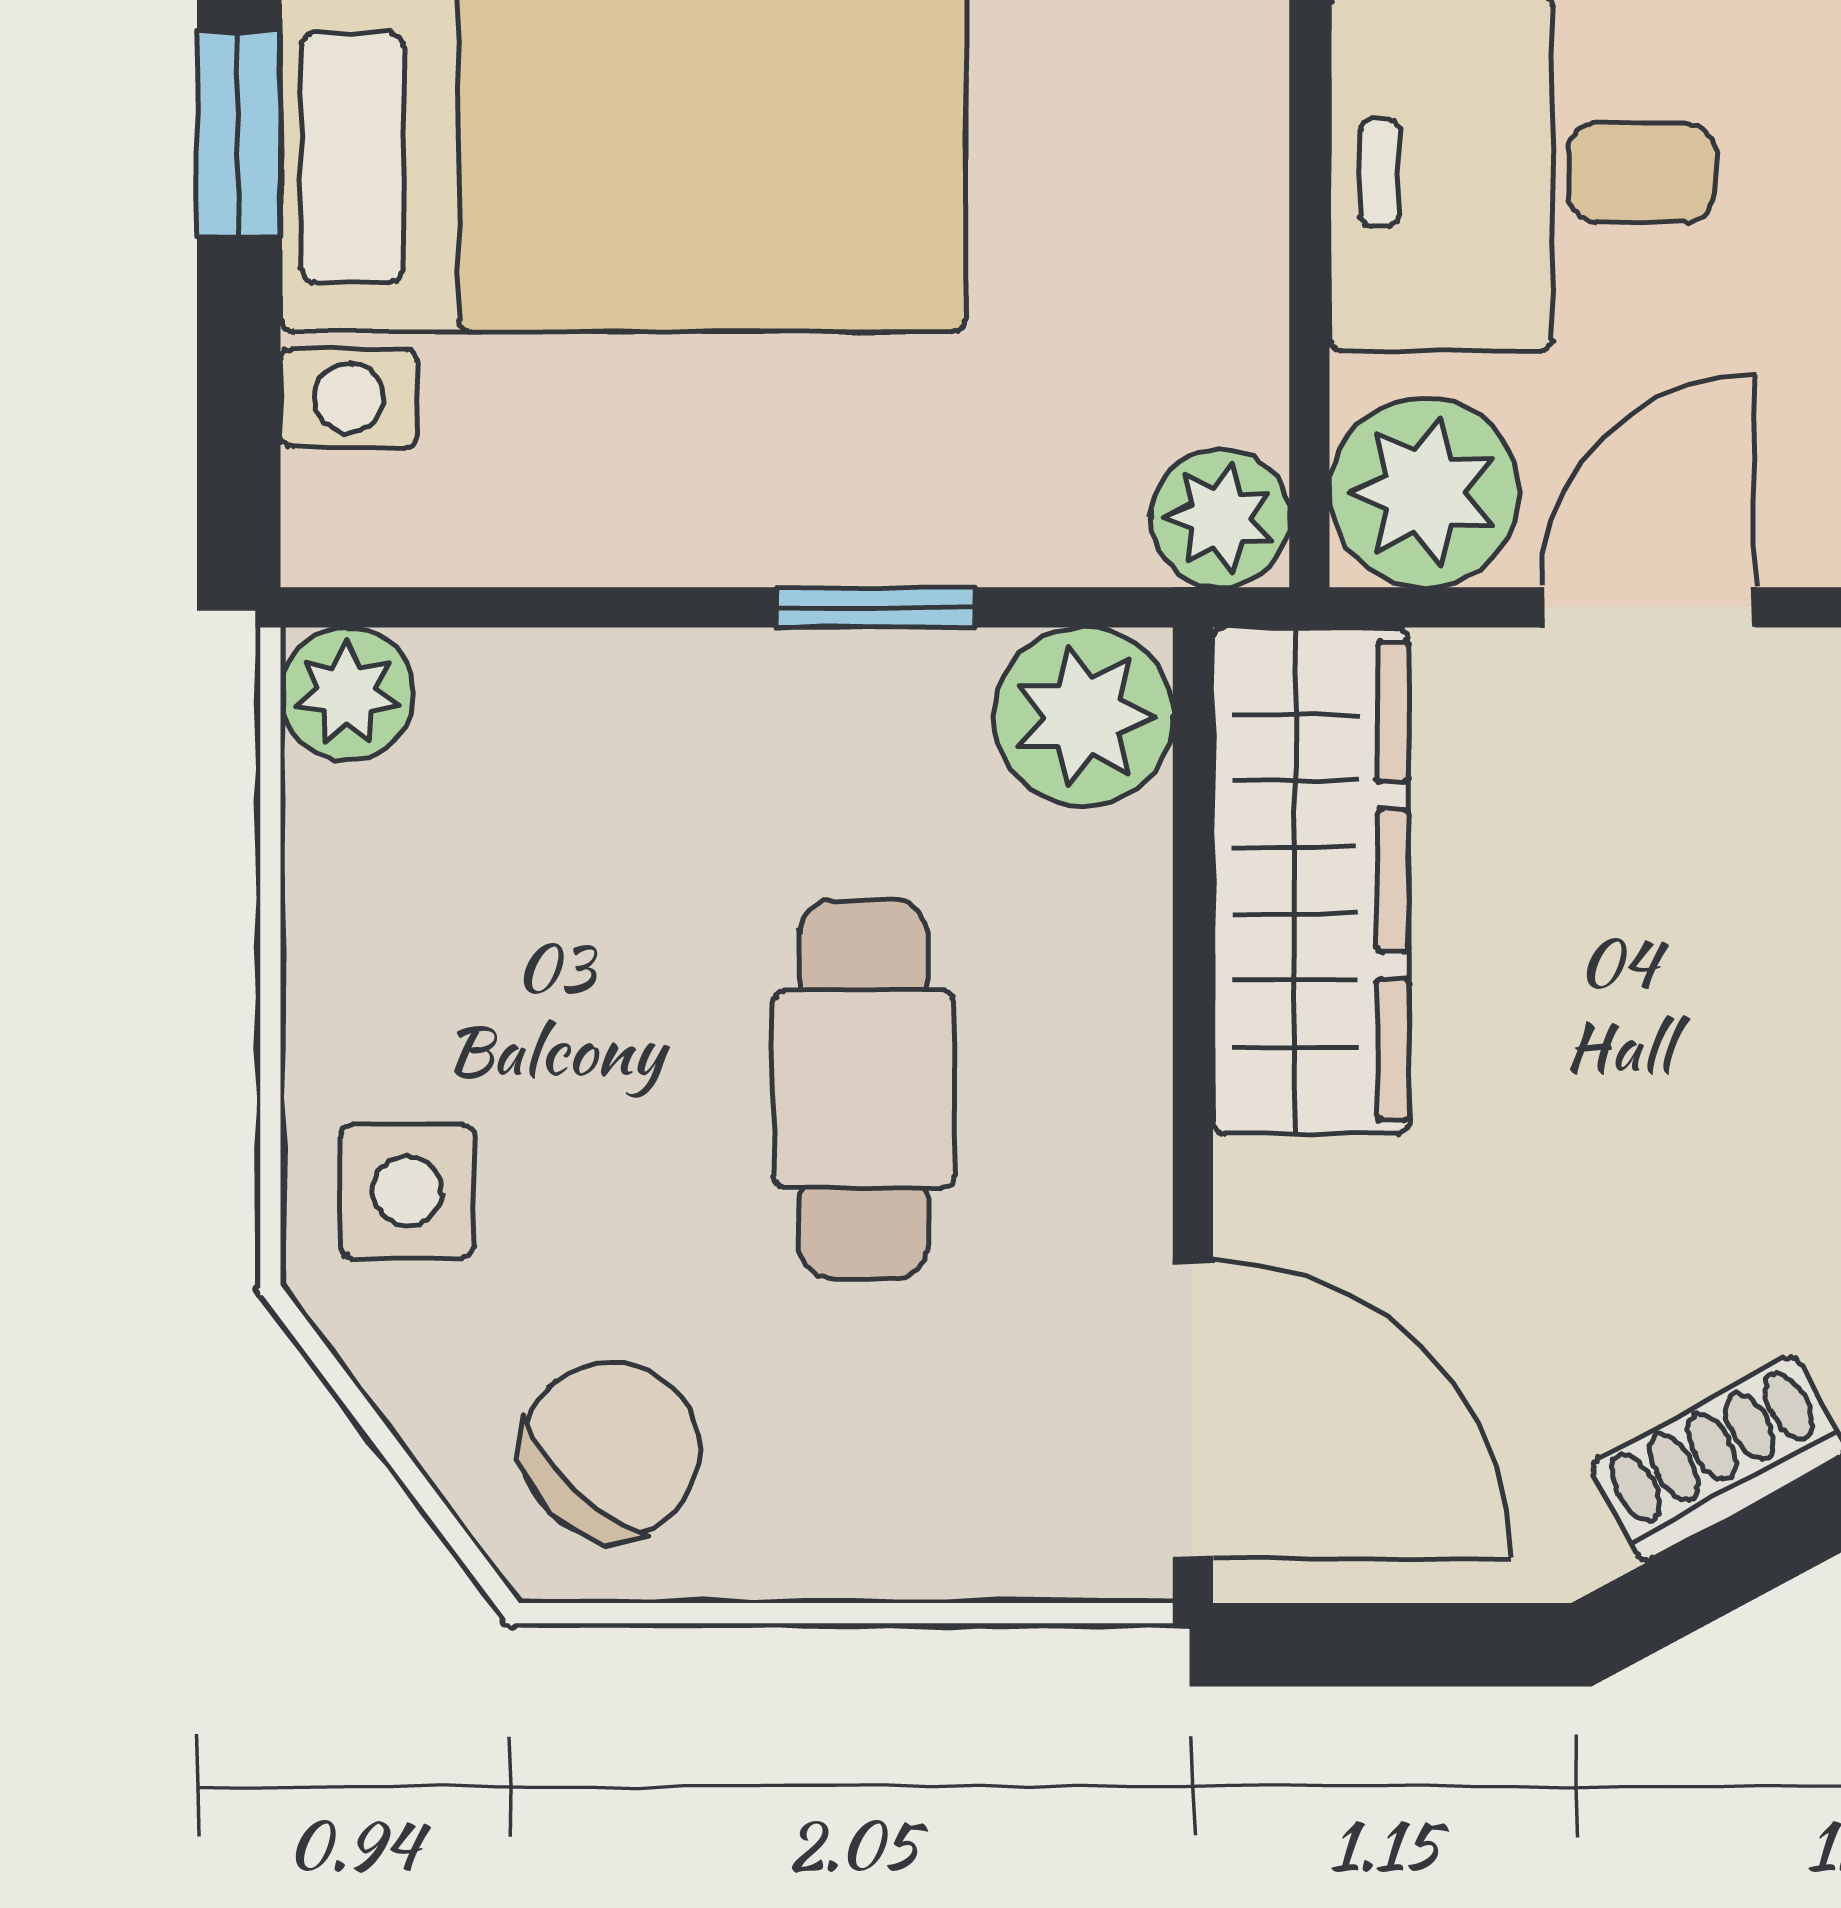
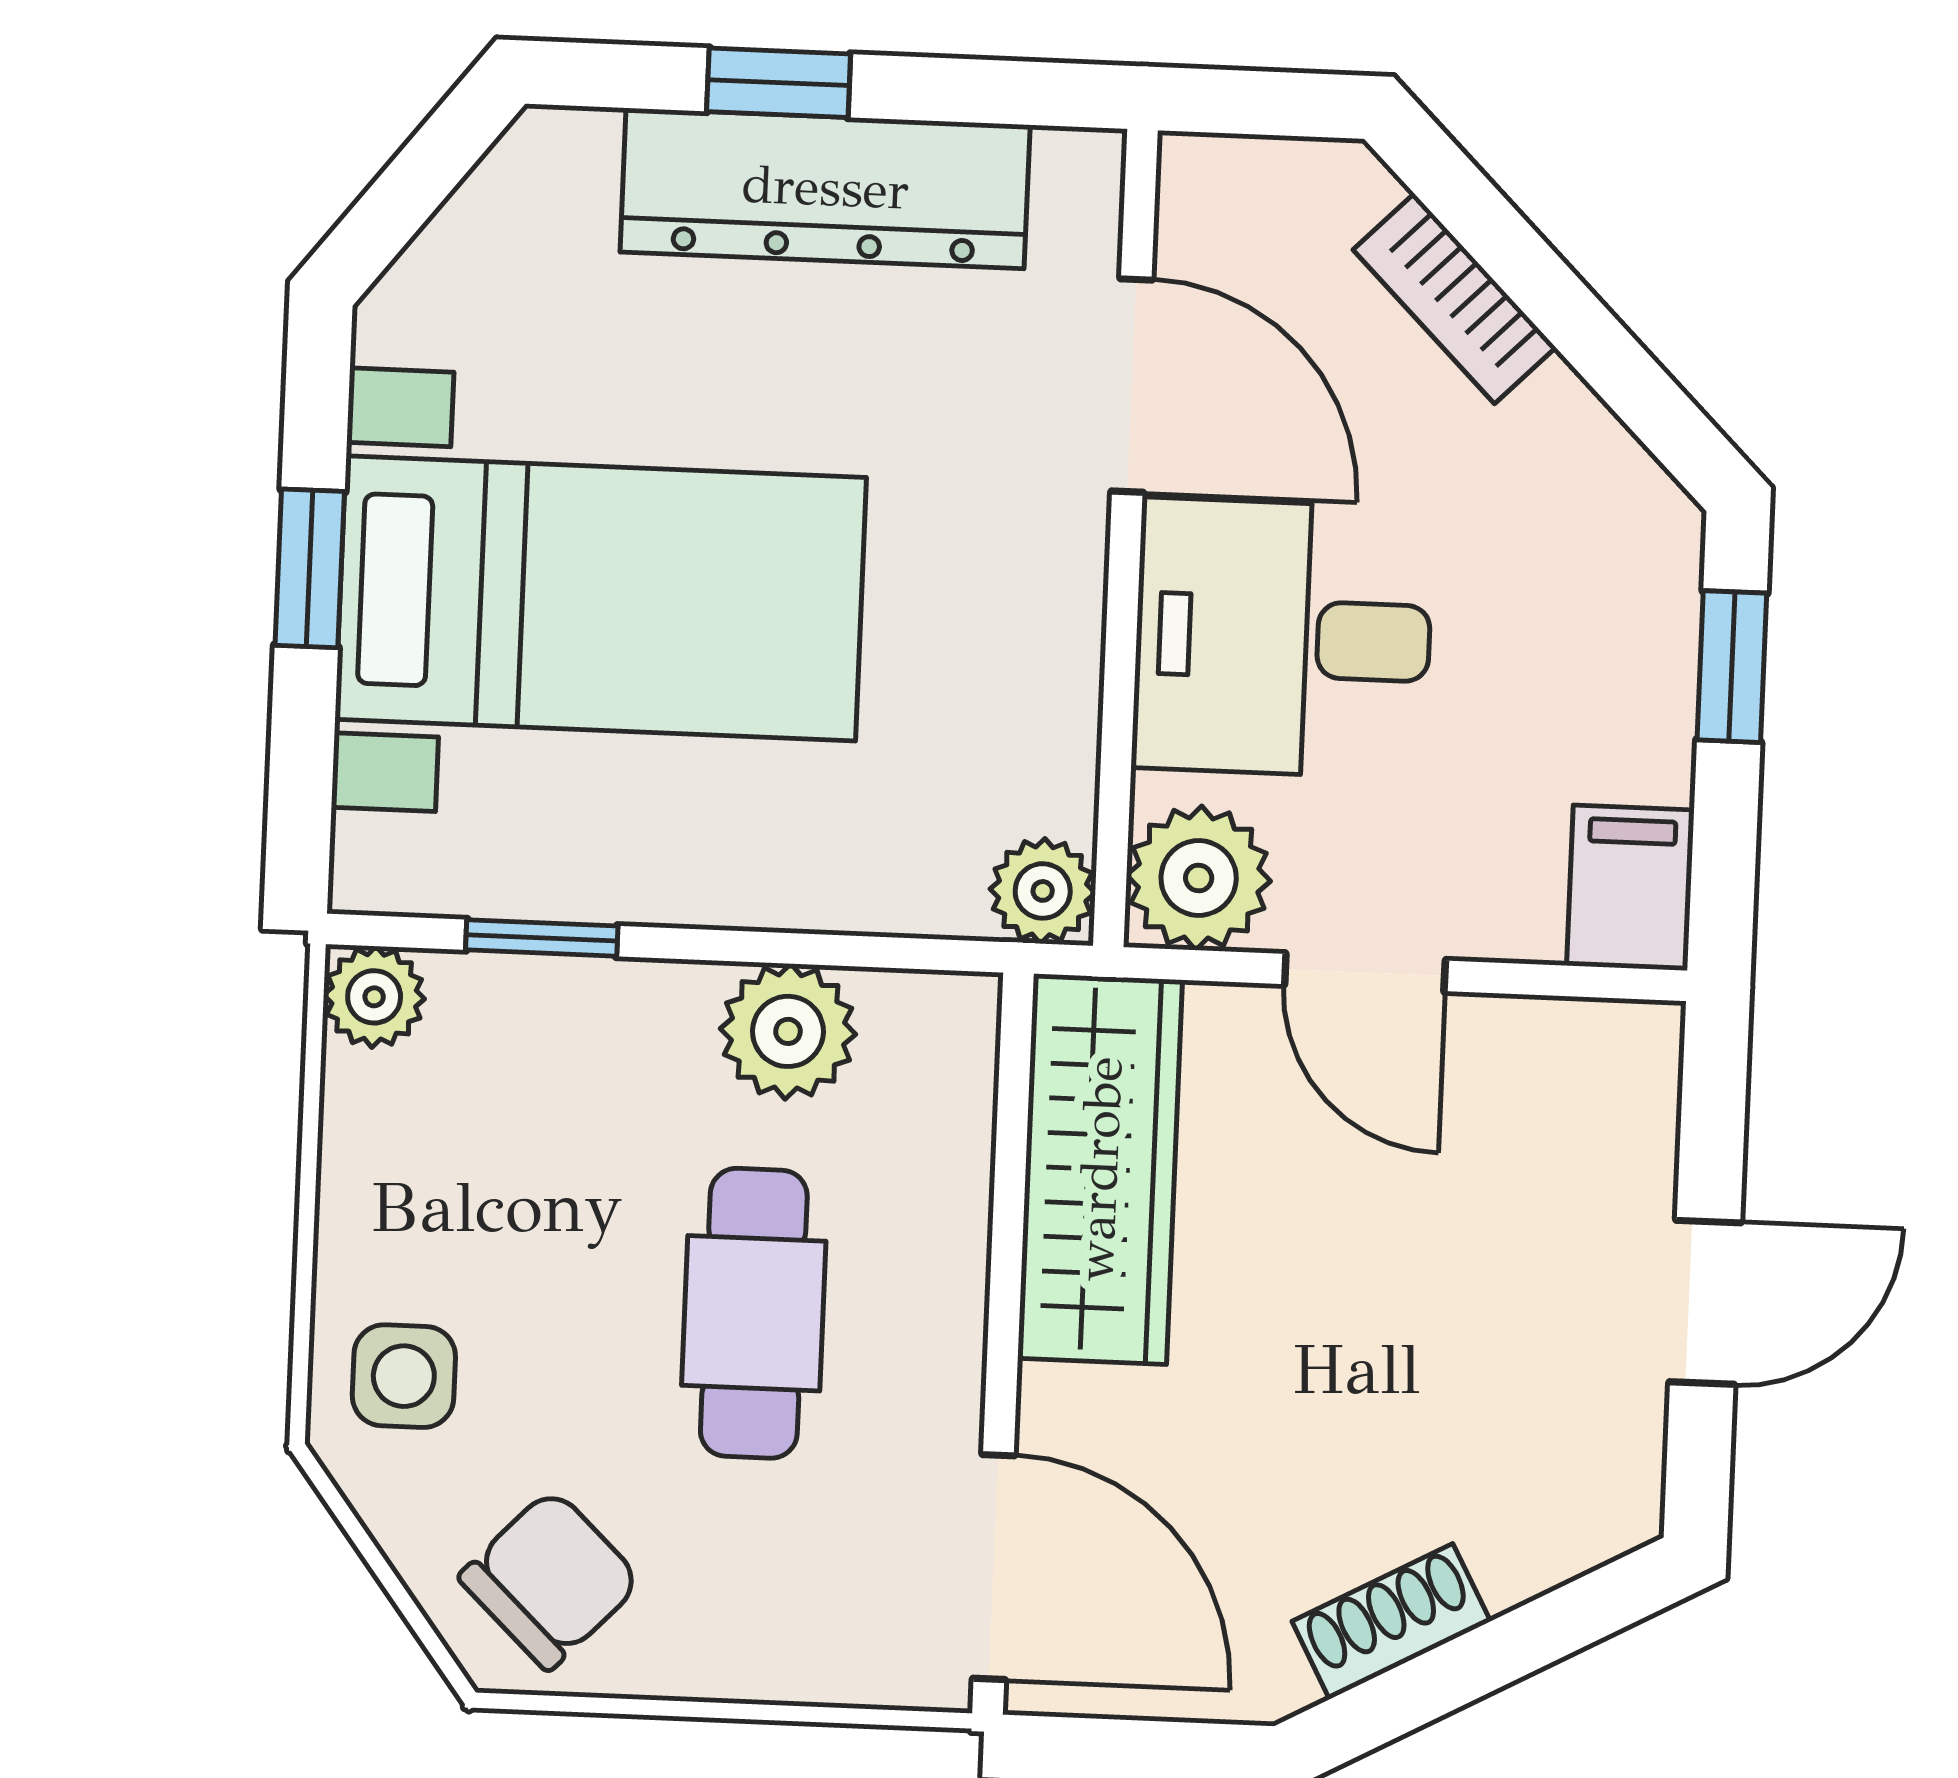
window: (875, 607) -> (542, 938), moved
door: (1648, 607) -> (1365, 972), swing flipped
plant: (1084, 717) -> (788, 1031), moved

